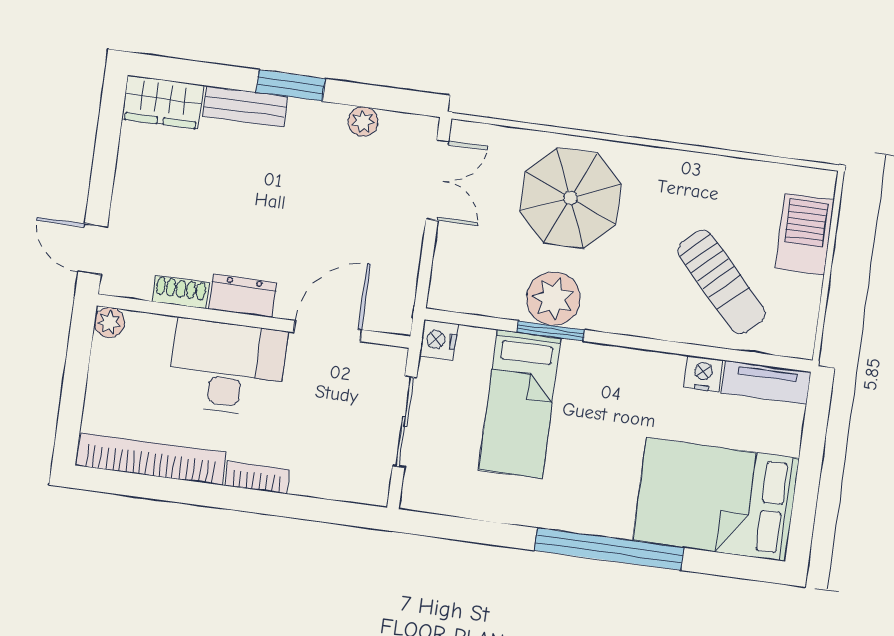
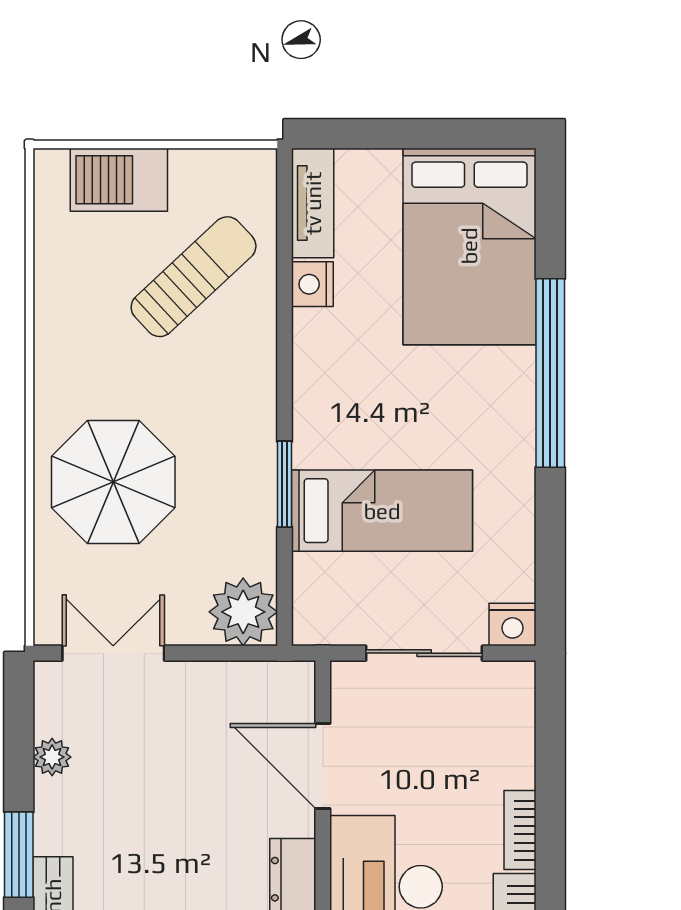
plant: (553, 299) -> (243, 612), moved
nightstand: (438, 340) -> (513, 625), moved

